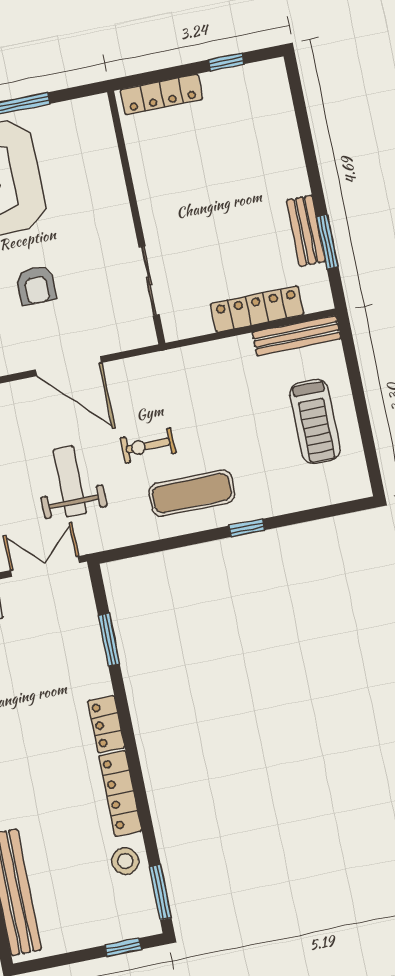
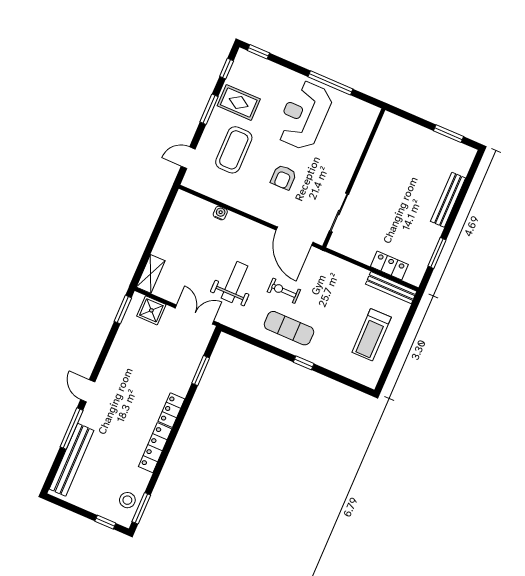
window: (226, 62) -> (448, 134), width x1.50
locker: (161, 94) -> (407, 128), removed
bench: (306, 231) -> (448, 200), moved, width x1.36
locker: (257, 309) -> (389, 265), width x0.66
door: (69, 366) -> (295, 236), moved
stool: (125, 861) -> (127, 500), moved

